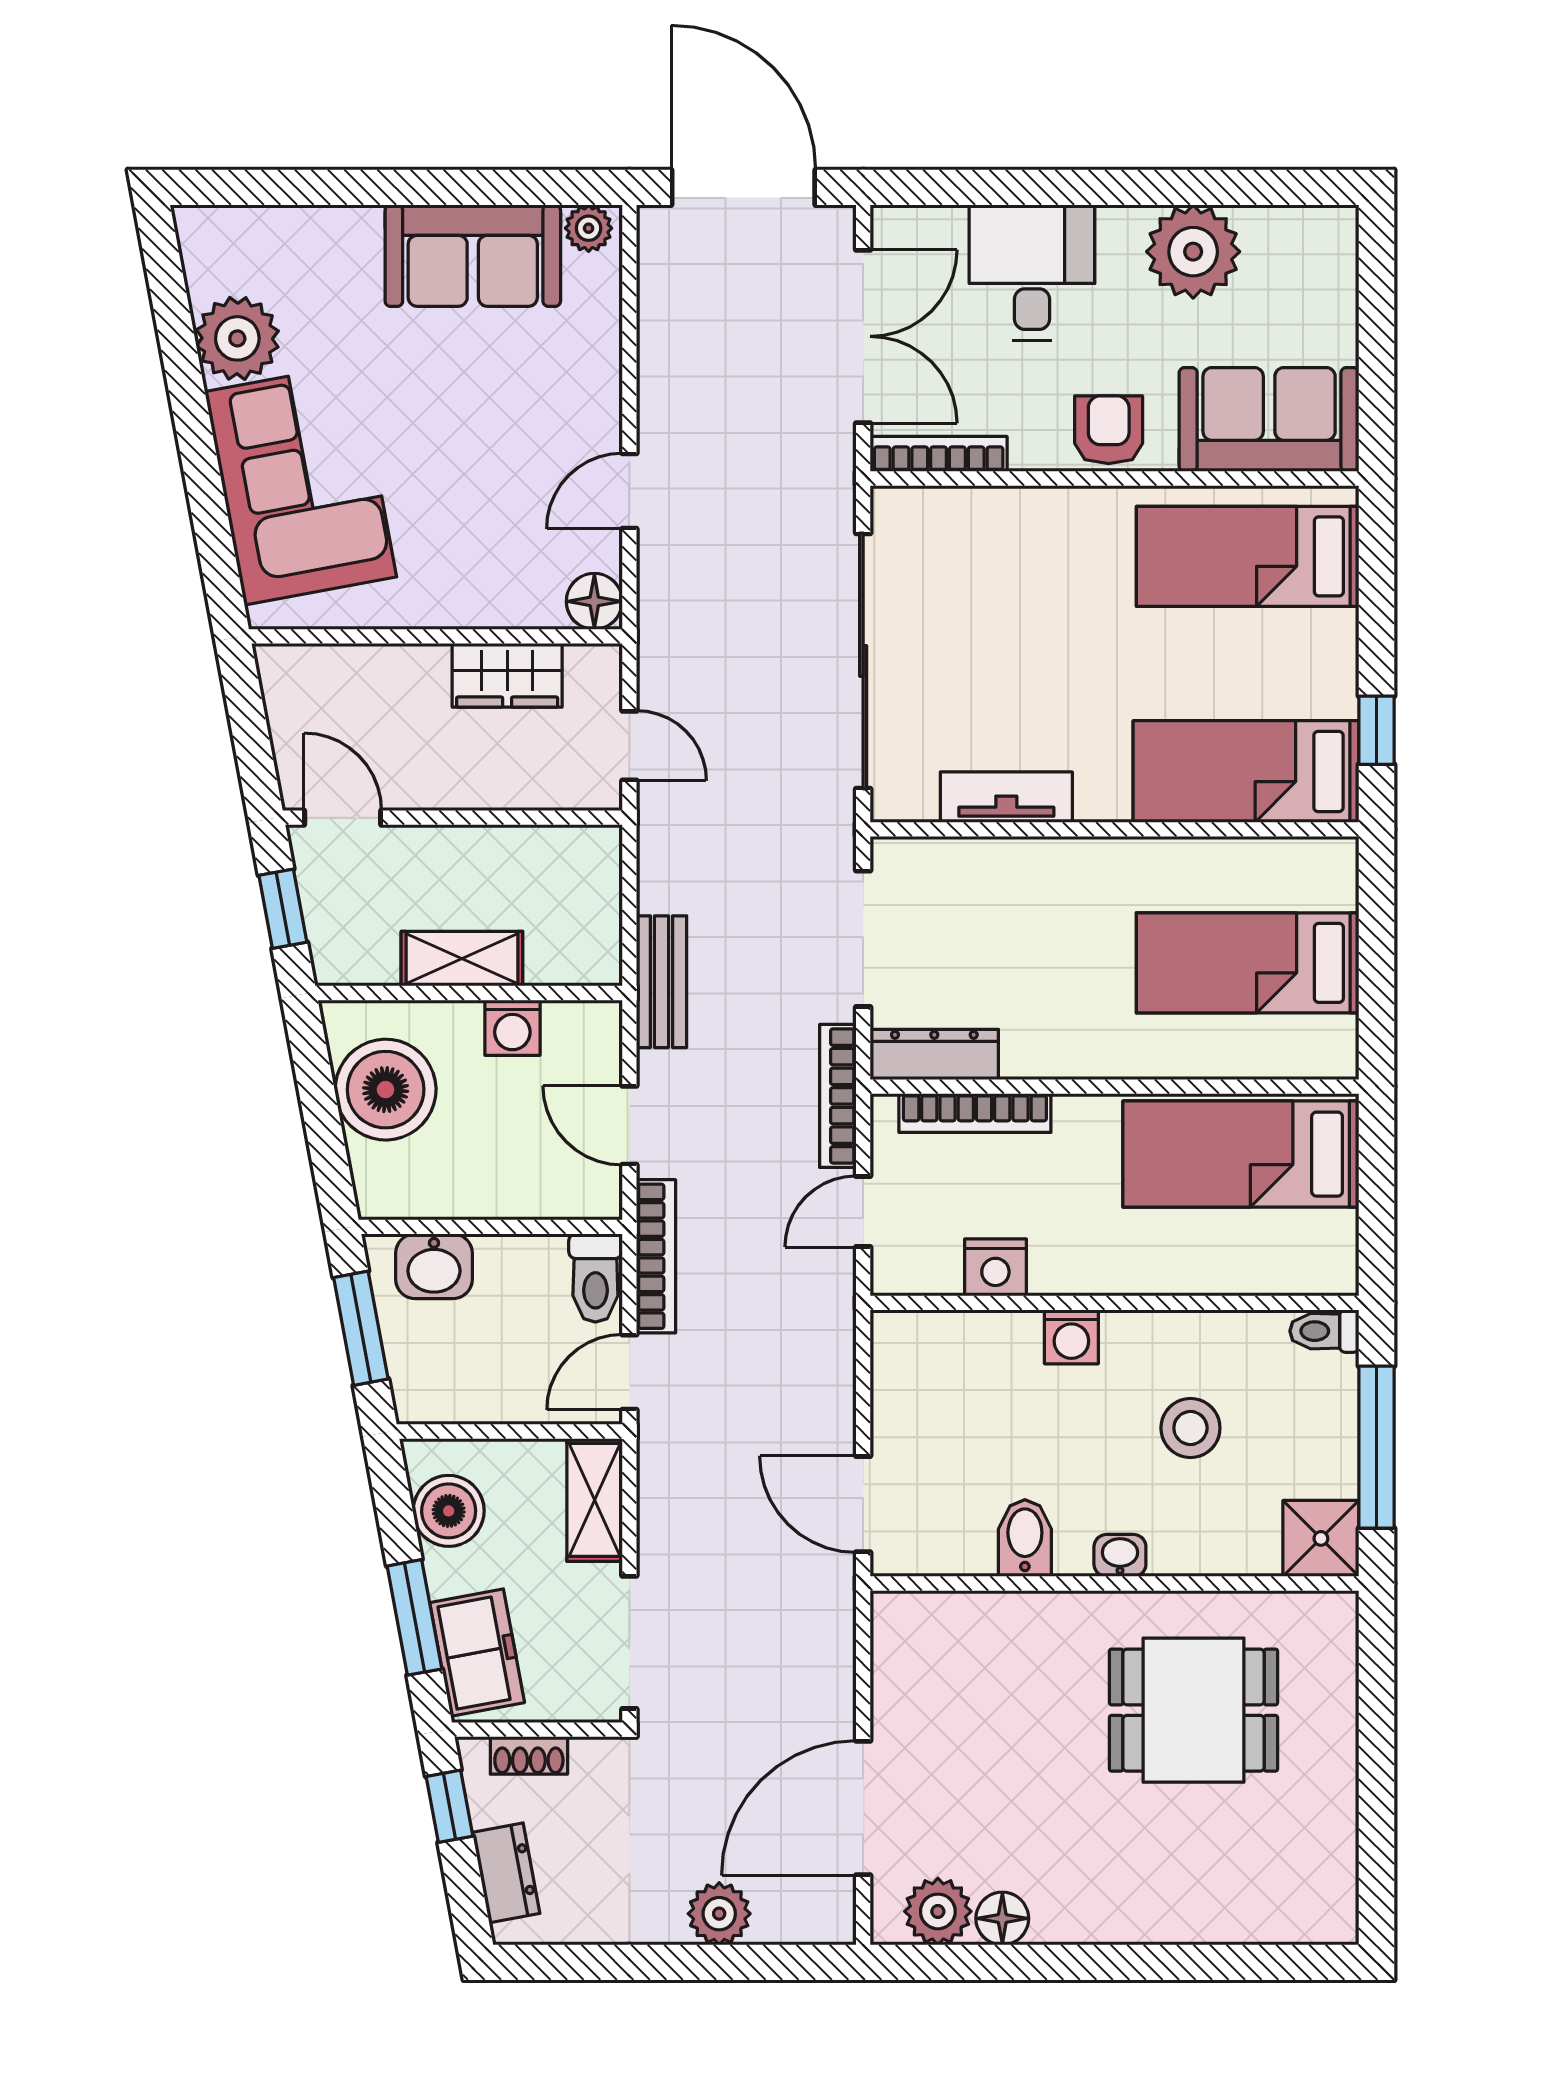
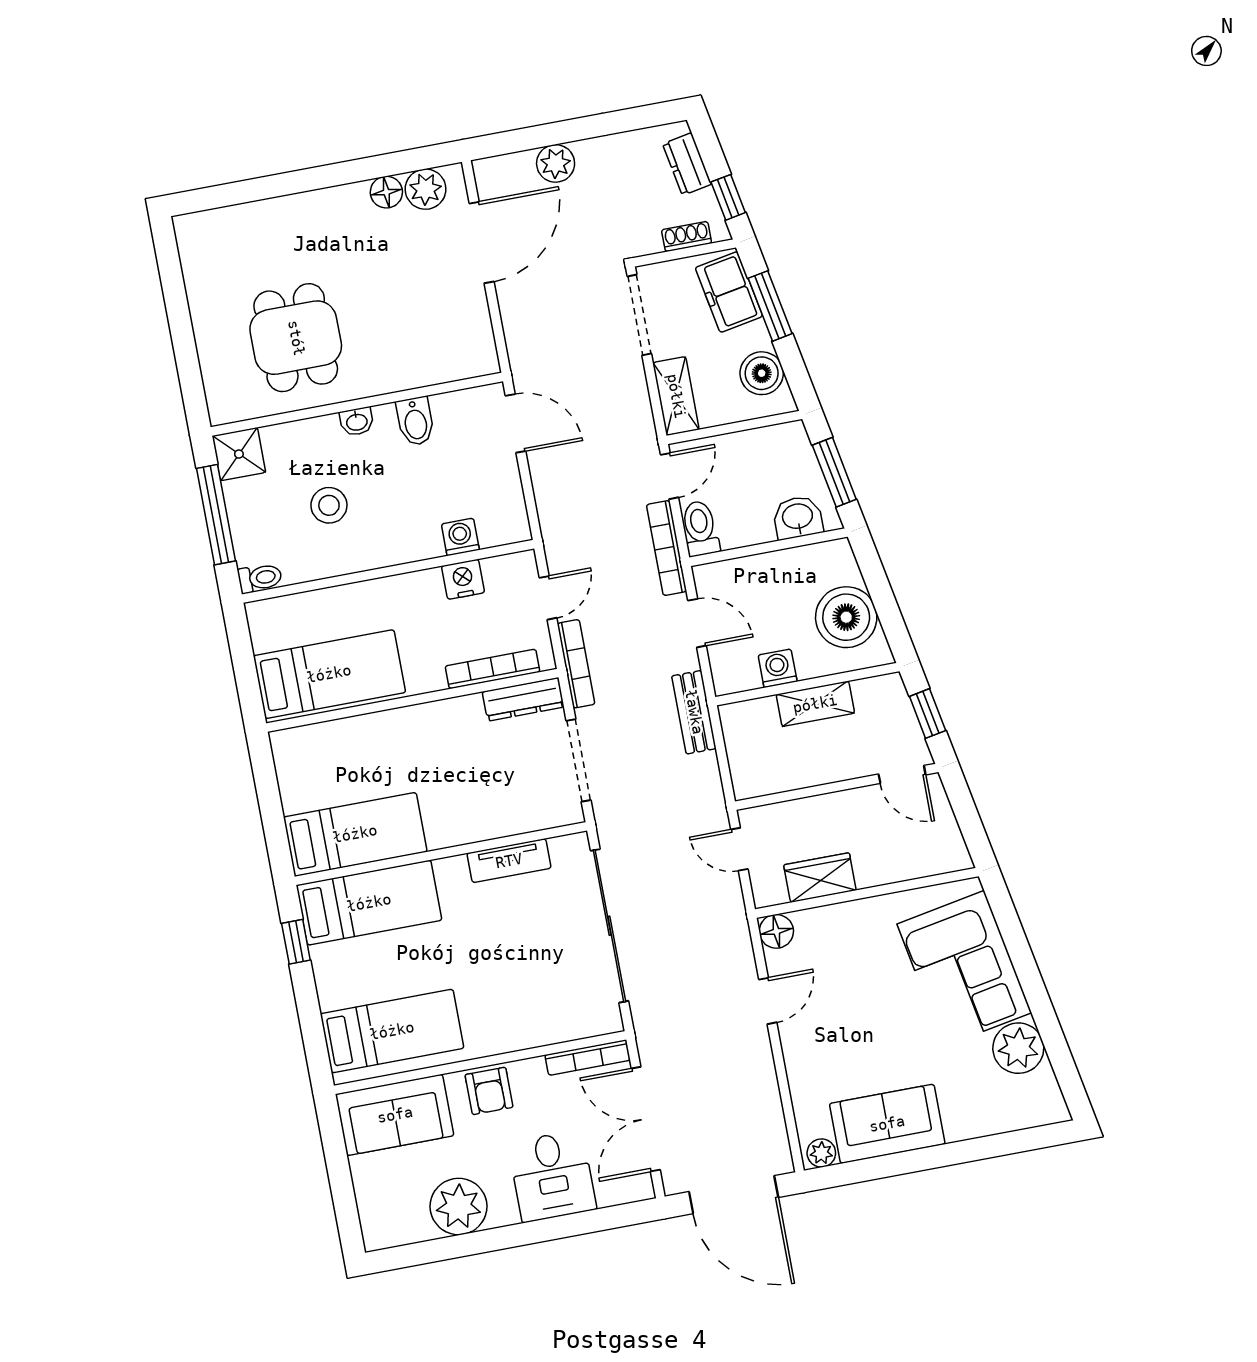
bed: (1248, 963) -> (355, 834), moved
washing machine: (1071, 1337) -> (460, 537), moved
dining table: (1194, 1710) -> (296, 338), turned 90

